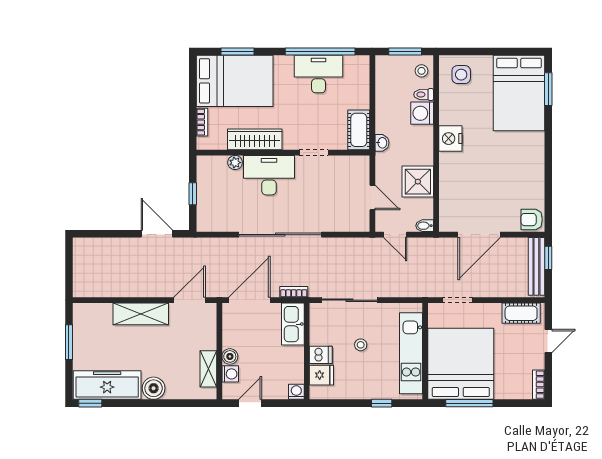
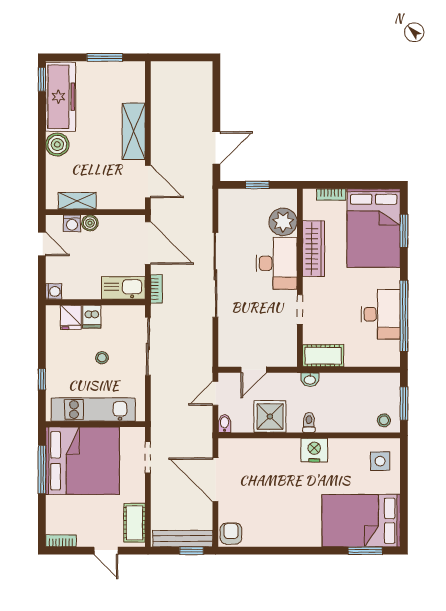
toilet: (424, 95) -> (309, 422), moved
washing machine: (422, 113) -> (340, 421), removed
plant: (235, 163) -> (283, 222), width x1.87, depth x1.87

